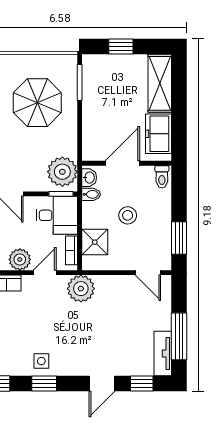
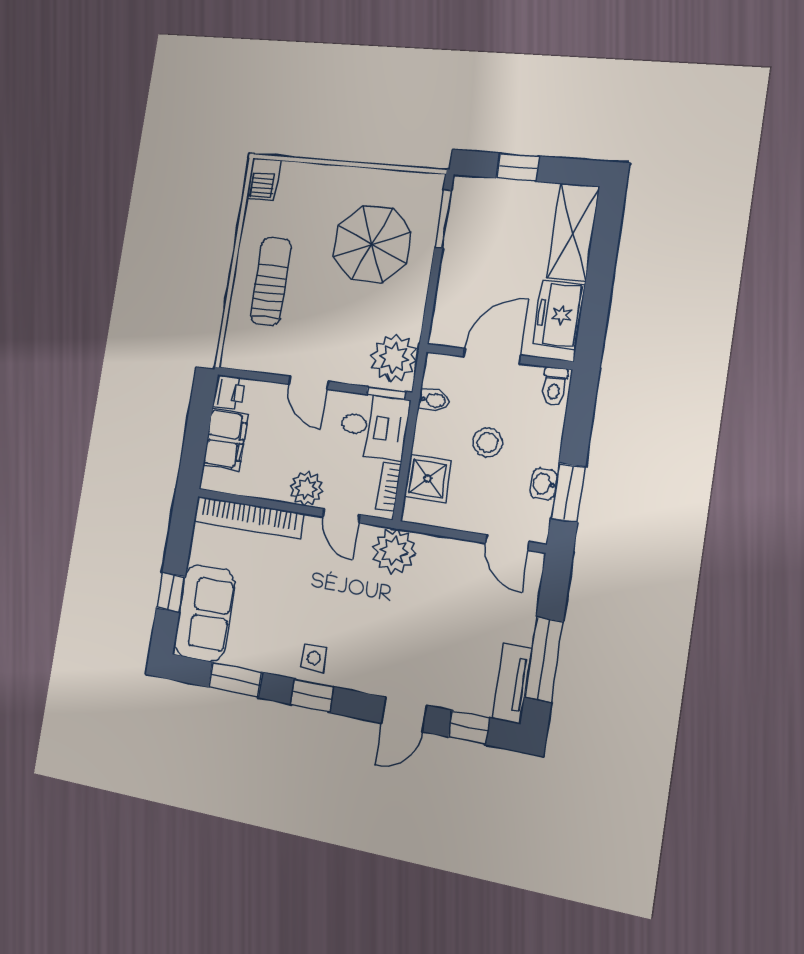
washbasin: (89, 178) -> (544, 484), moved, turned 180
door: (45, 273) -> (341, 516), swing flipped

